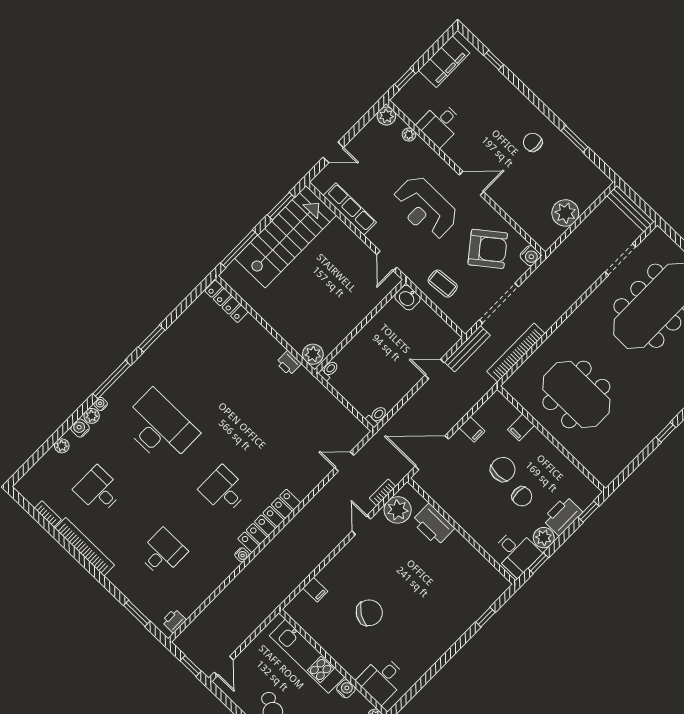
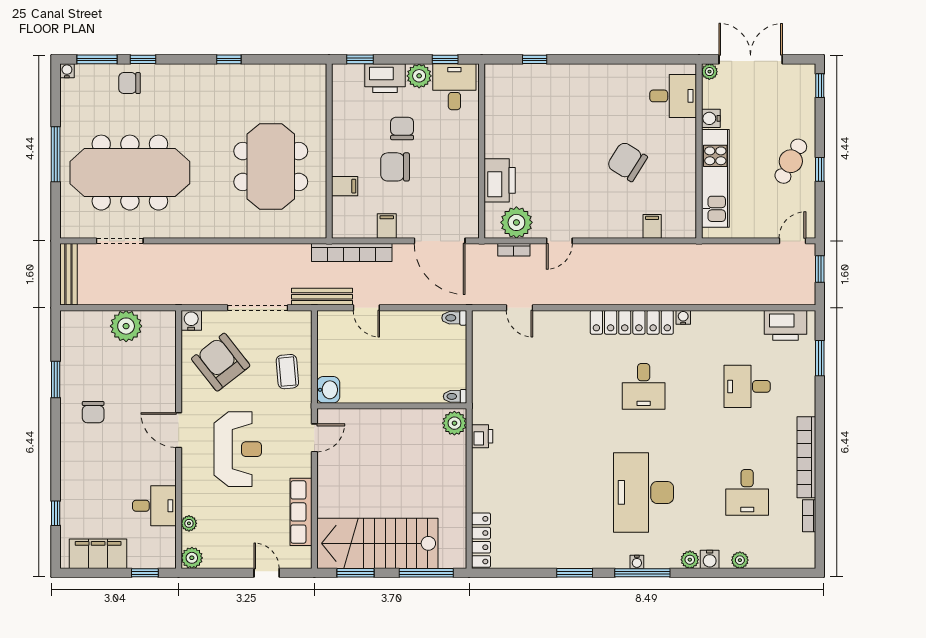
bookcase: (516, 353) -> (352, 252), moved
water cooler: (101, 404) -> (637, 562), moved
printer: (174, 621) -> (786, 325), width x1.87, depth x1.48

